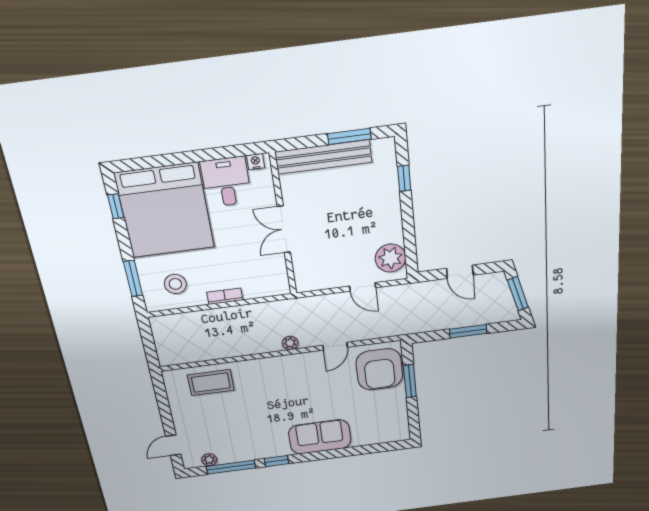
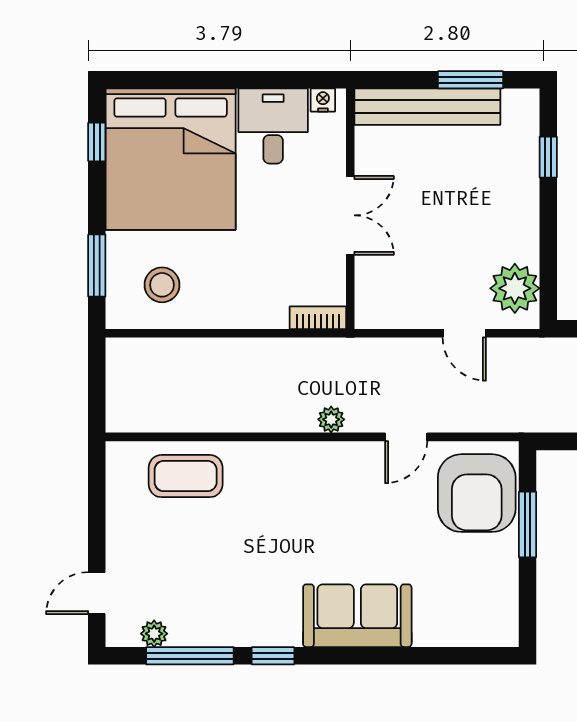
double door: (284, 229) -> (350, 215), swing flipped
bookcase: (225, 296) -> (318, 318), moved

